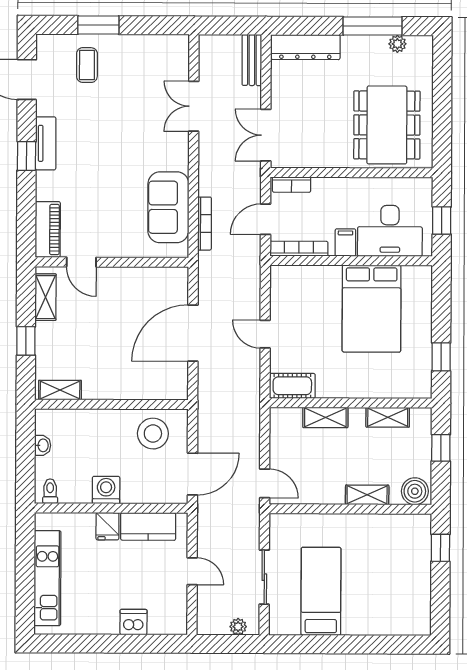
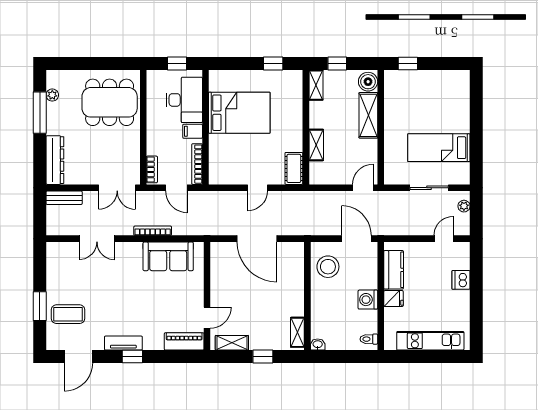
coffee table: (87, 65) -> (68, 314), width x1.36, depth x1.30
bookcase: (205, 224) -> (153, 231), moved
shelving: (388, 417) -> (316, 85), moved
washbasin: (43, 445) -> (318, 344), moved
shelving: (367, 495) -> (368, 115), width x1.50, depth x1.33
door: (192, 571) -> (444, 239), moved

